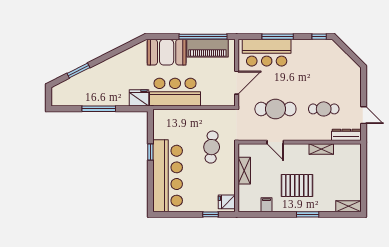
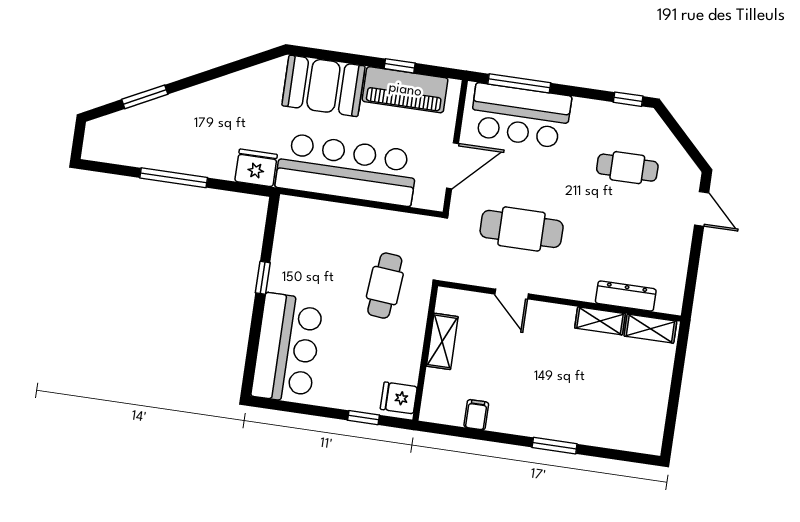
window: (203, 37) -> (400, 66), width x0.32
window: (278, 37) -> (519, 83), moved
bar counter: (175, 92) -> (347, 170), width x1.36
cafe table: (324, 109) -> (627, 168), moved
door: (364, 115) -> (702, 209), moved
dresser: (346, 135) -> (626, 296), moved
bar counter: (168, 176) -> (287, 348), width x0.73
pallet: (297, 185) -> (542, 386), removed
shelving: (349, 206) -> (650, 329), moved

